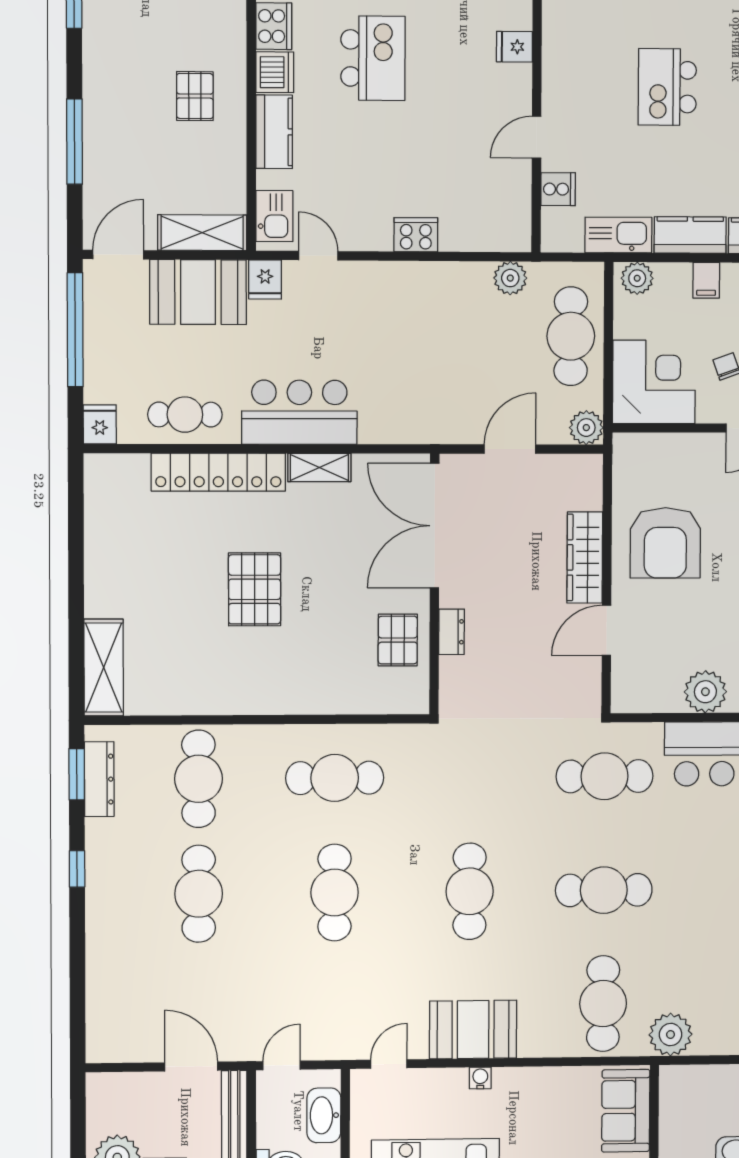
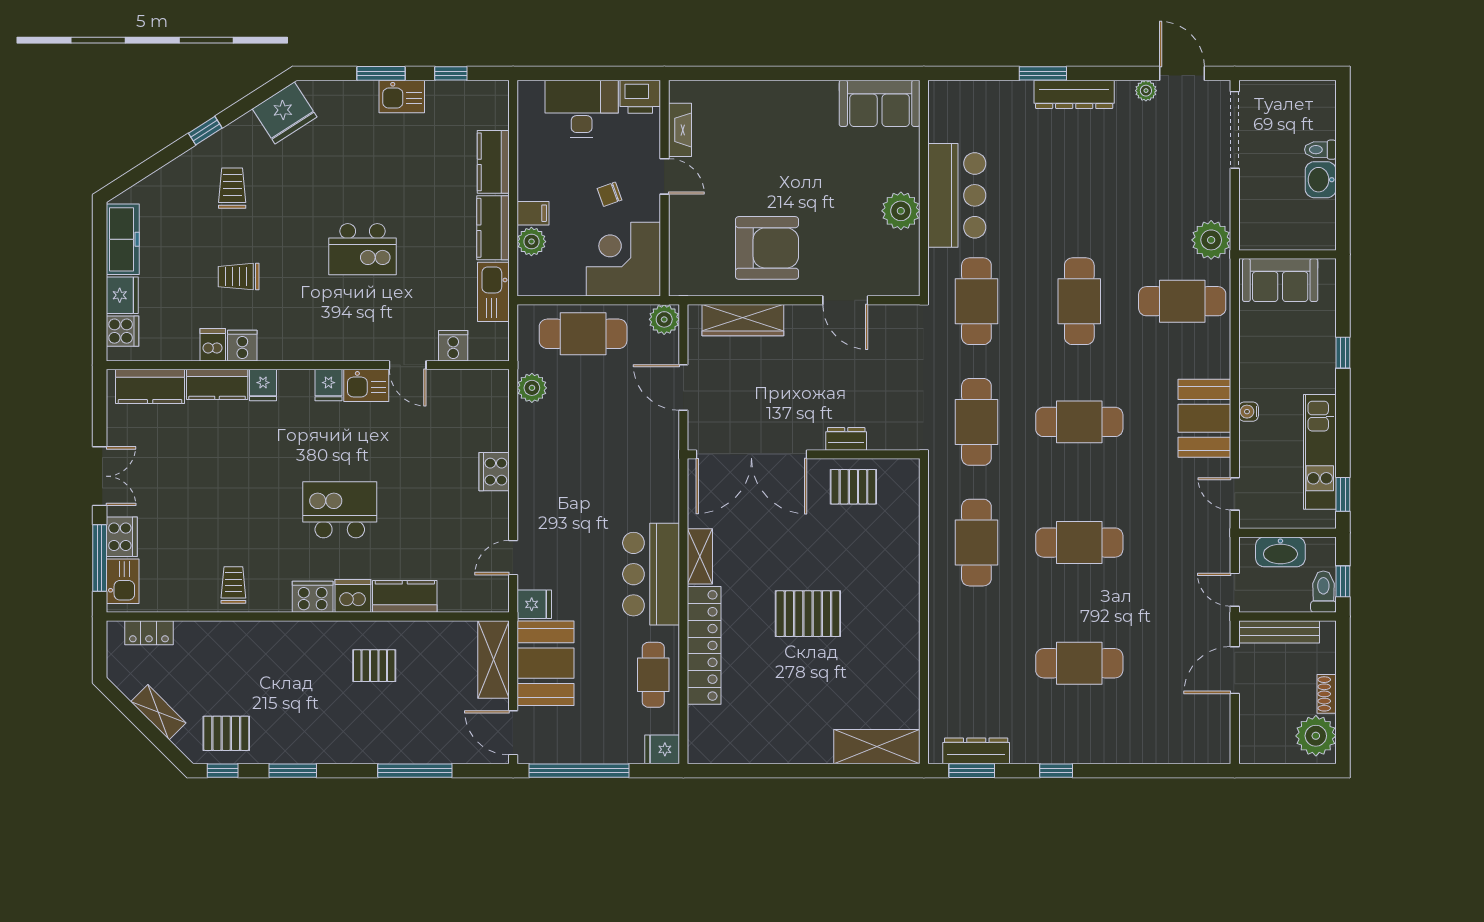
kitchen sink: (274, 216) -> (366, 385), moved, turned 180
plant: (637, 278) -> (531, 242), moved
wardrobe: (585, 557) -> (743, 320), moved
cafe table: (199, 779) -> (976, 422), moved, turned 90

